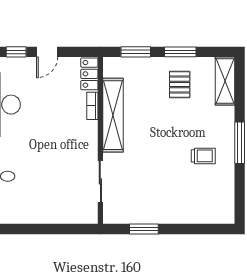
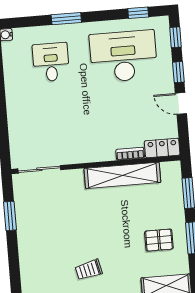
trolley: (203, 156) -> (89, 270), turned 77
sliding door: (100, 181) -> (39, 169), moved

